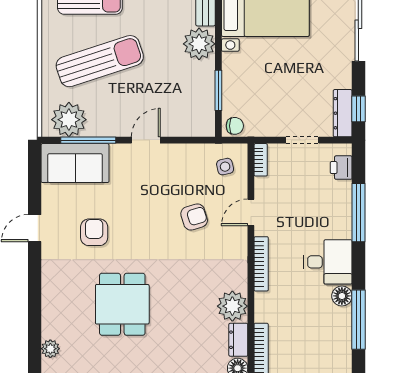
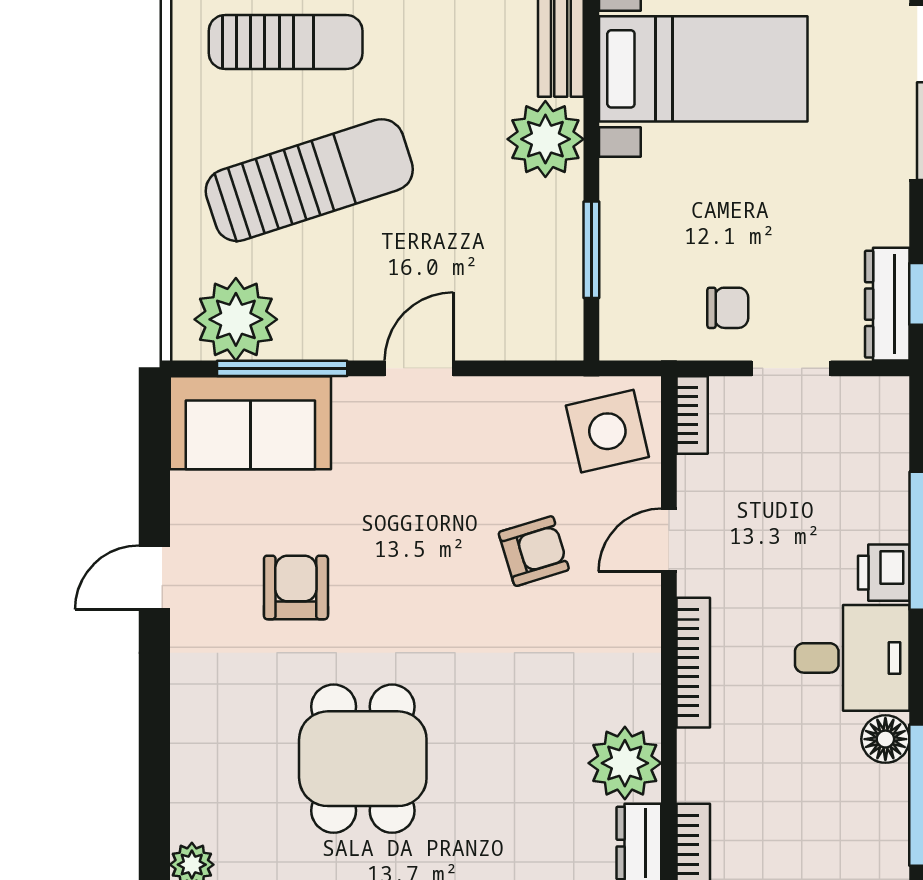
chair: (235, 126) -> (728, 308), moved
side table: (225, 167) -> (607, 431), width x1.87, depth x1.87
printer: (341, 168) -> (884, 573), moved

